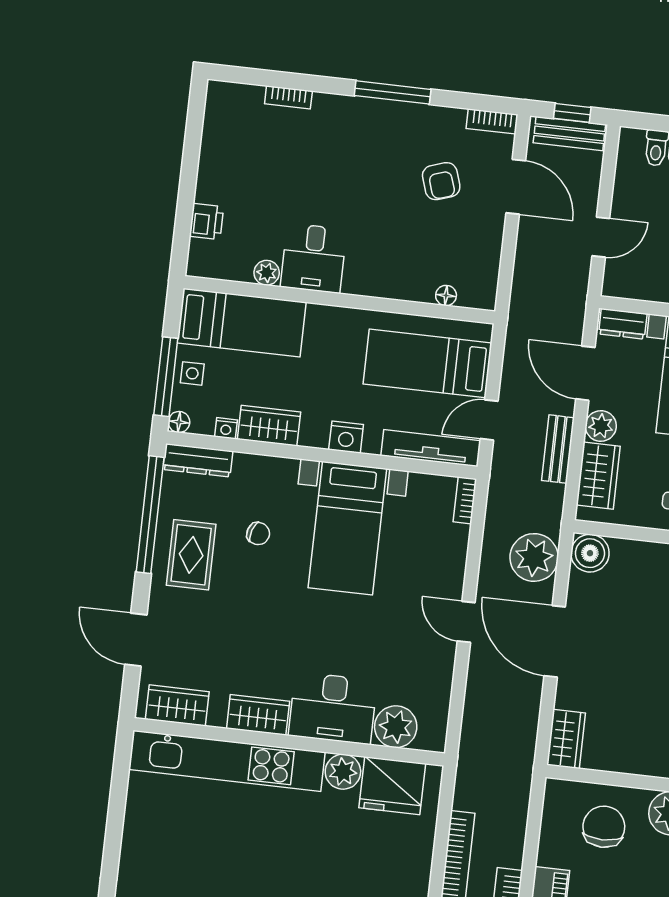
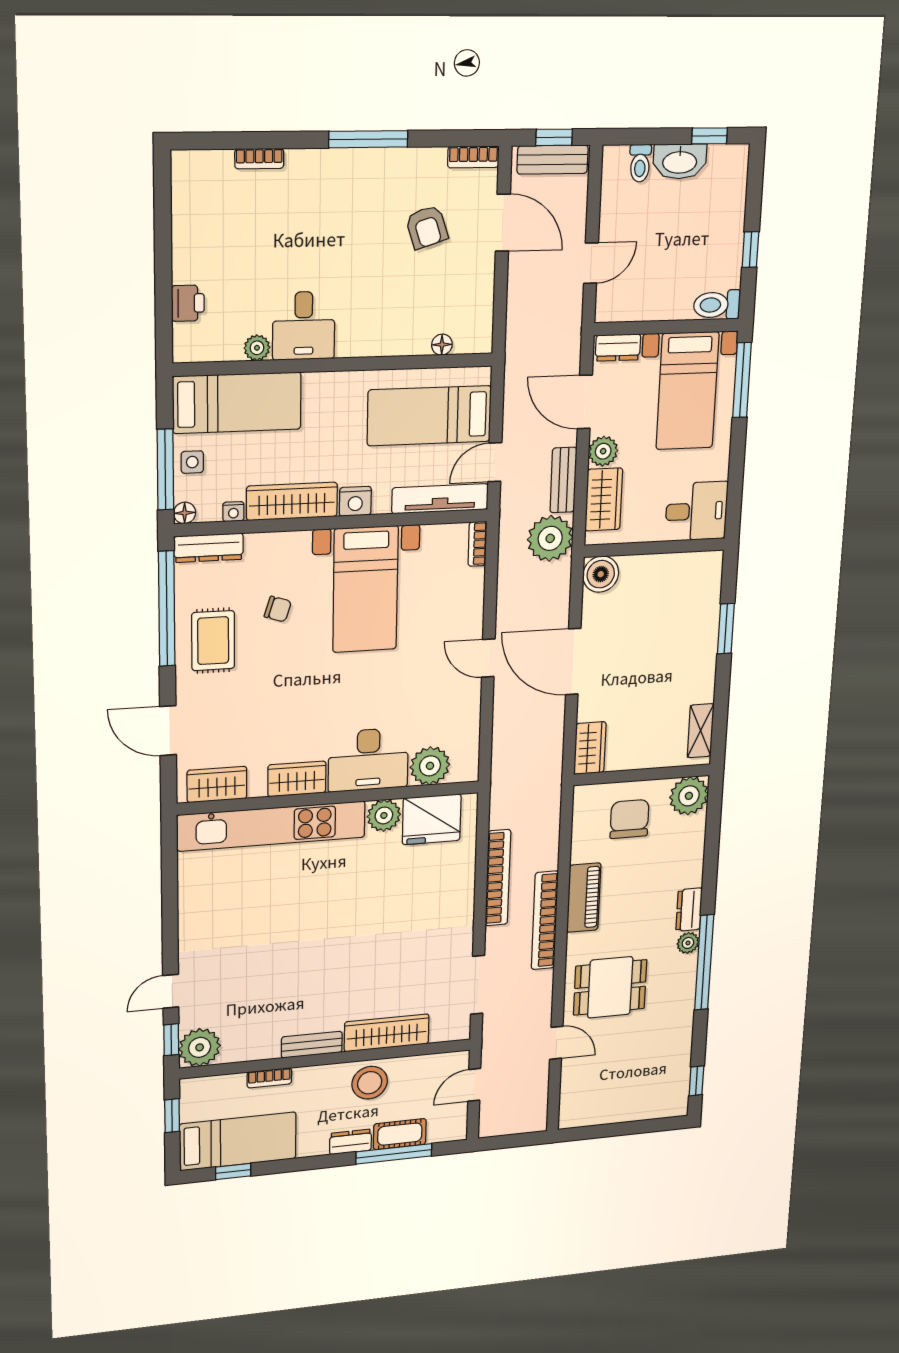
wardrobe: (269, 426) -> (292, 501), width x1.50
plant: (534, 557) -> (550, 538), moved

